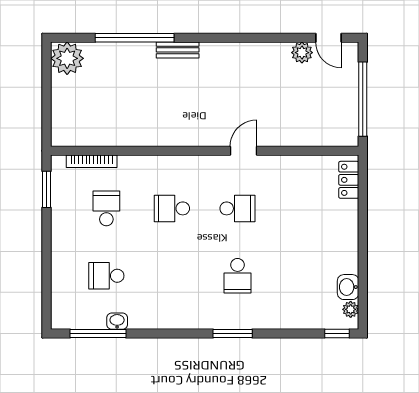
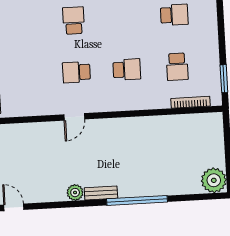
window: (135, 38) -> (137, 200), moved
bench: (178, 50) -> (101, 193), moved
plant: (302, 53) -> (75, 193), moved

